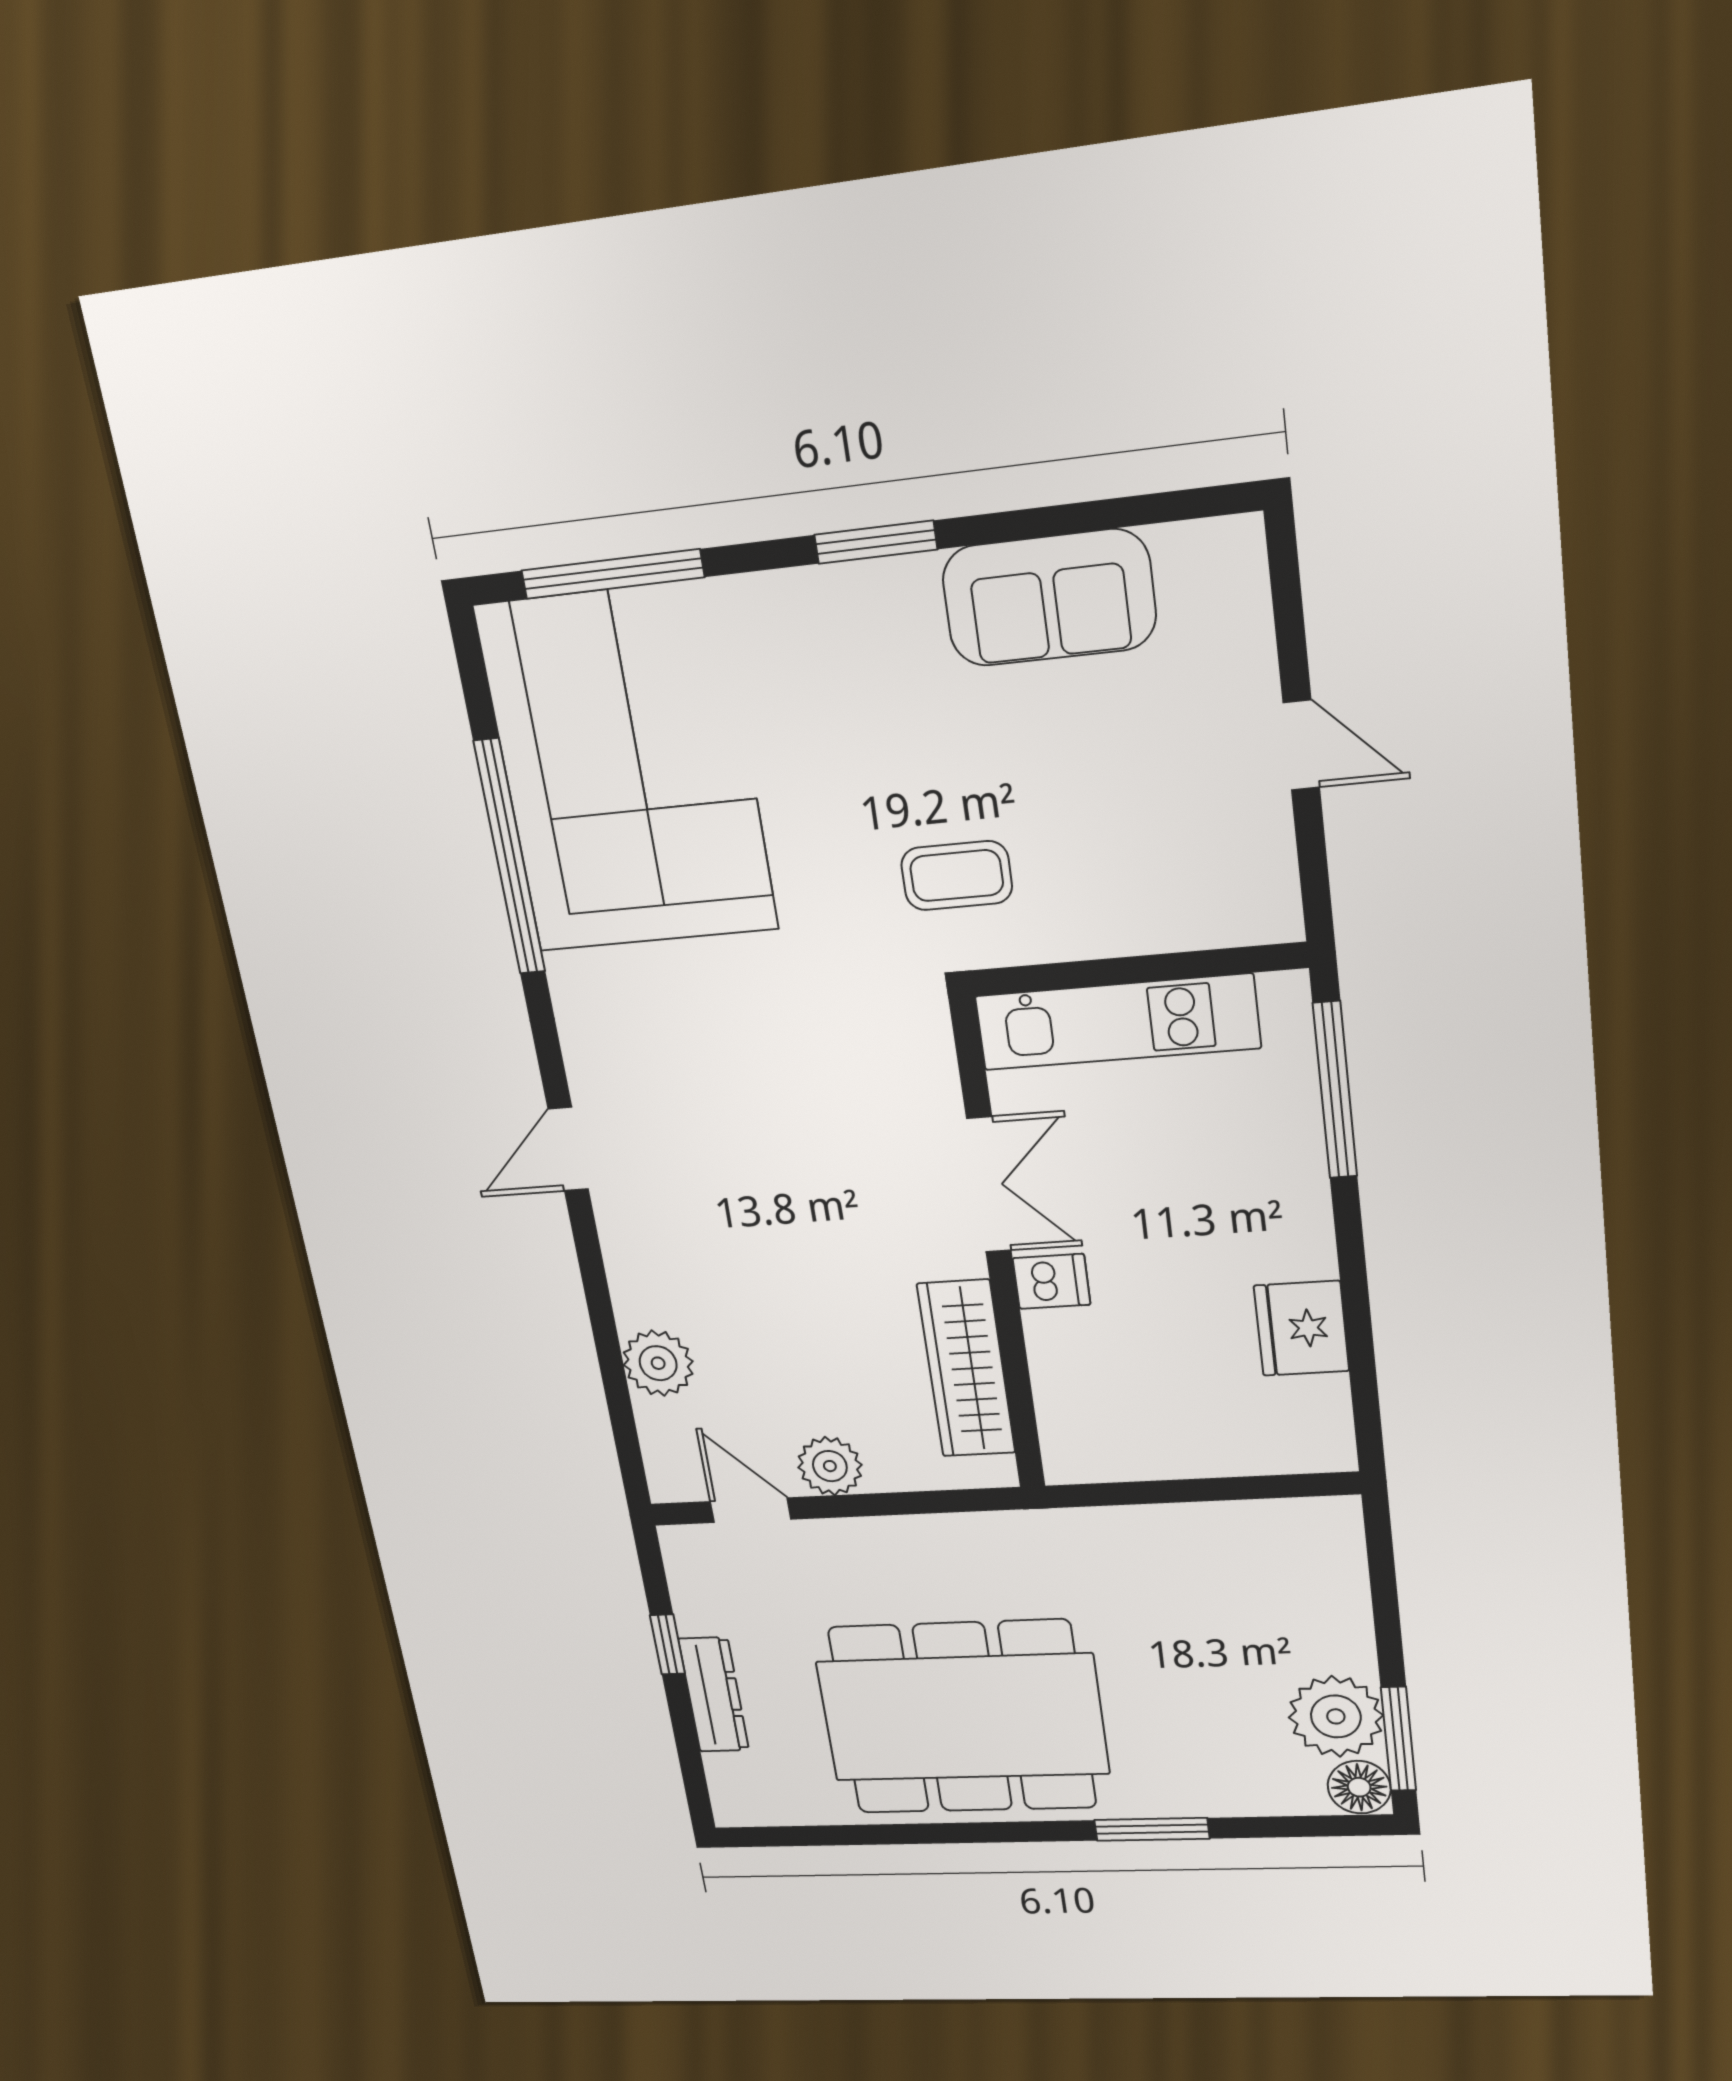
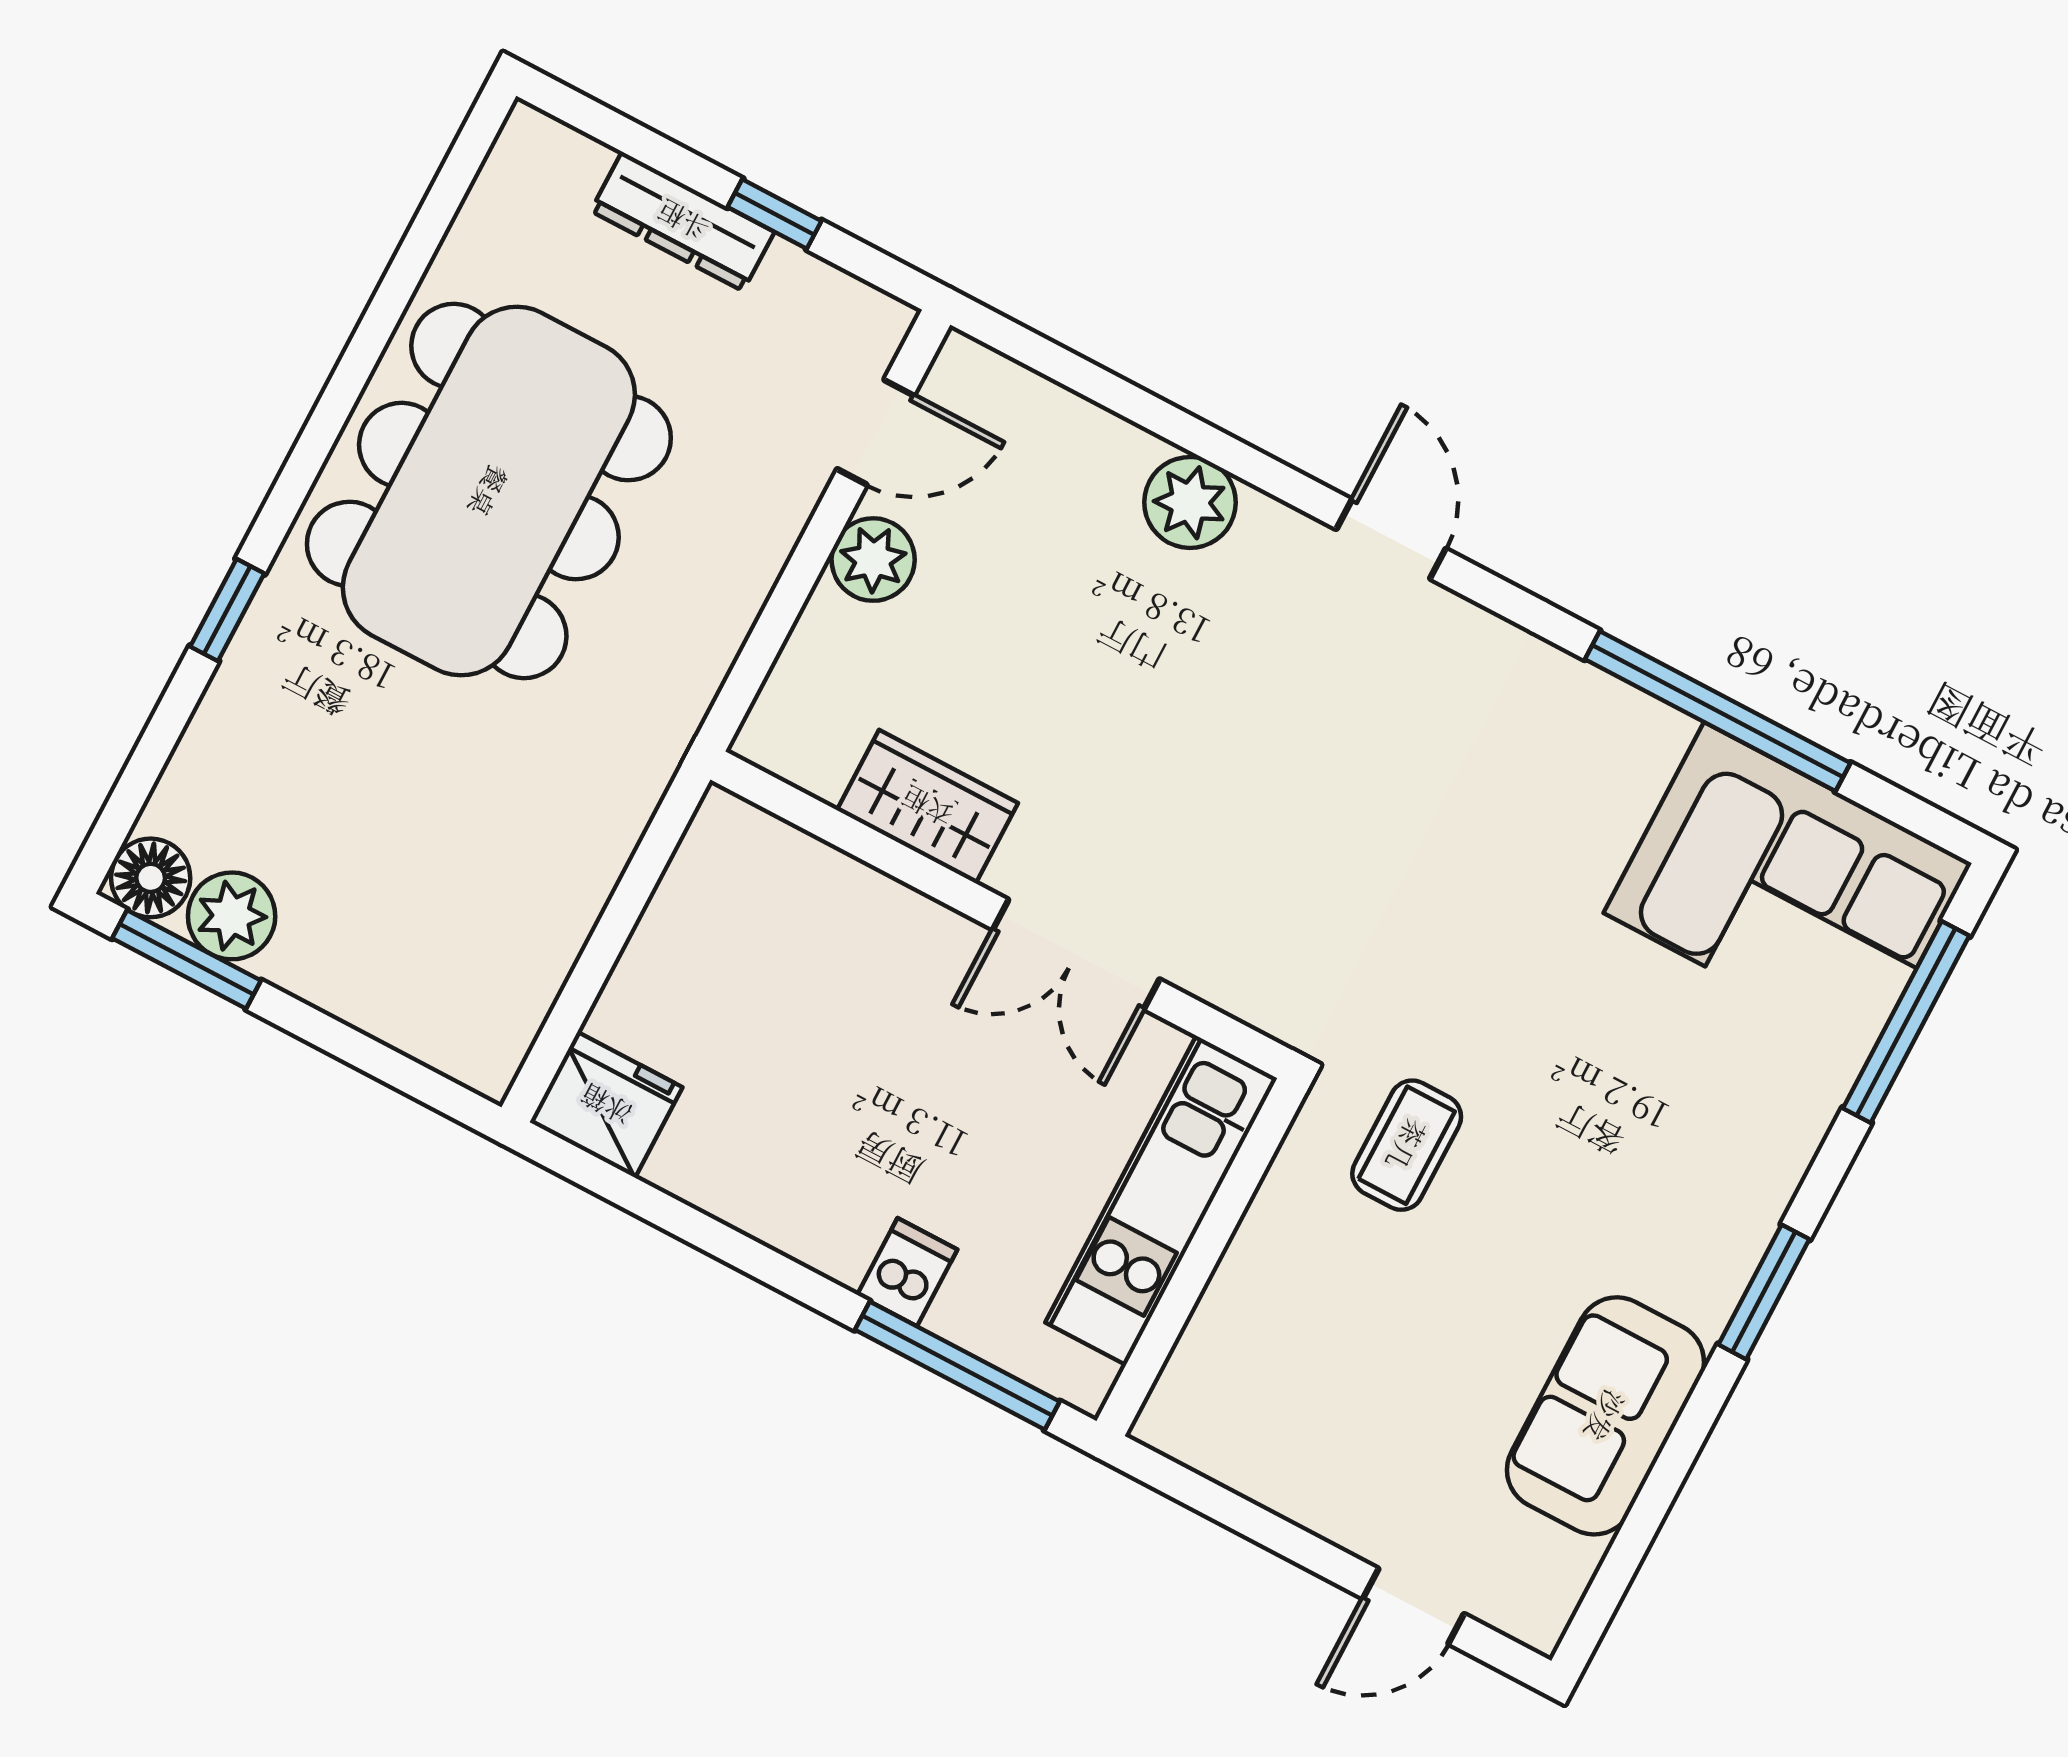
door: (1301, 745) -> (1413, 1606), moved
corner sofa: (627, 769) -> (1788, 888), width x0.73, depth x0.74
dishwasher: (1052, 1281) -> (907, 1272), moved, turned 180
fridge: (1301, 1328) -> (606, 1105), moved
plant: (658, 1363) -> (1190, 502), moved
wardrobe: (966, 1369) -> (927, 807), width x0.67
plant: (1336, 1716) -> (232, 916), width x0.73, depth x0.73
window: (1152, 1829) -> (227, 610), width x0.67

